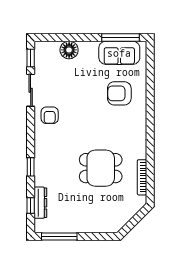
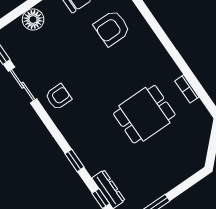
armchair: (50, 115) -> (58, 97), turned -90
bookcase: (142, 177) -> (187, 89), width x0.64

